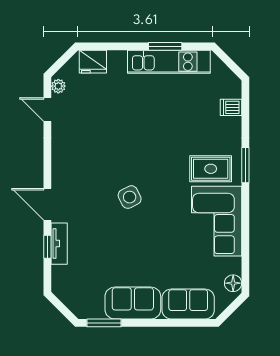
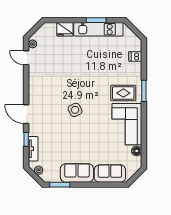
fridge: (93, 62) -> (65, 29), moved
tv unit: (59, 244) -> (33, 149), moved
floor lamp: (233, 283) -> (137, 151), moved
plant: (68, 298) -> (39, 170), added

